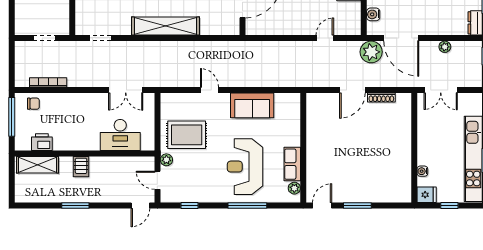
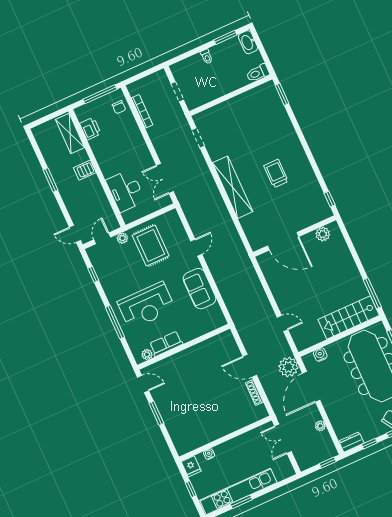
reception desk: (245, 167) -> (146, 306), turned 180

